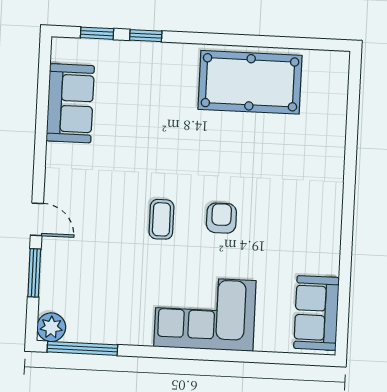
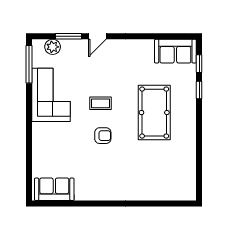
pool table: (250, 82) -> (154, 113), moved
sofa: (70, 103) -> (175, 51), moved
corner sofa: (205, 314) -> (51, 95), moved
plant: (51, 327) -> (53, 47), moved

